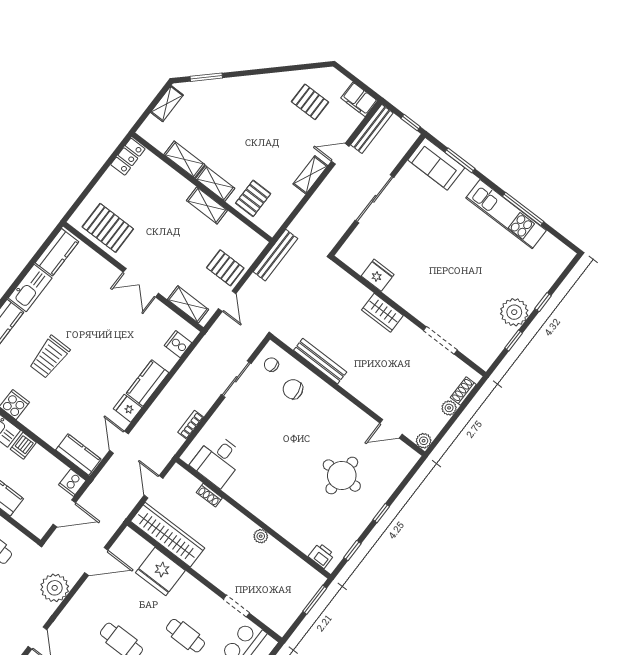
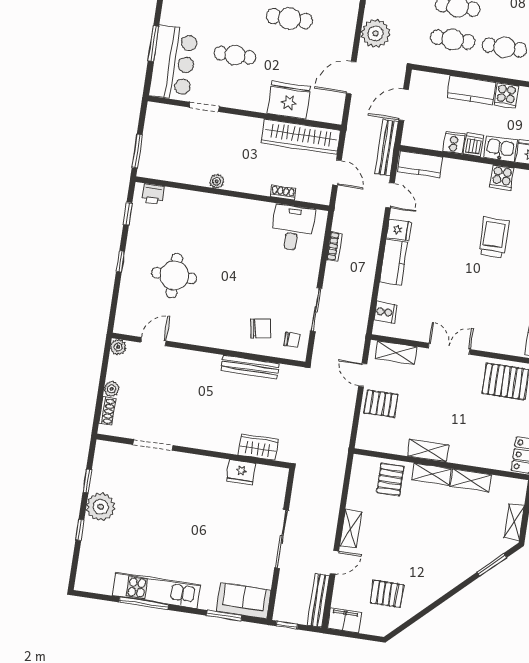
bench: (275, 255) -> (386, 148), moved
wardrobe: (382, 313) -> (258, 447), moved
cooker: (72, 483) -> (454, 143), moved

